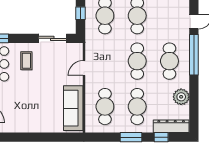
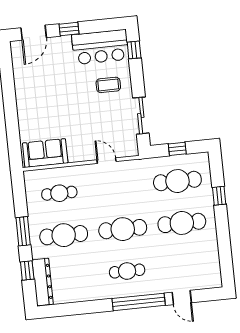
cafe table: (169, 61) -> (127, 271), width x0.73, depth x0.74
plant: (181, 97) -> (82, 291), removed
cafe table: (105, 107) -> (59, 193), width x0.73, depth x0.74
sofa: (73, 108) -> (45, 153), width x0.73

